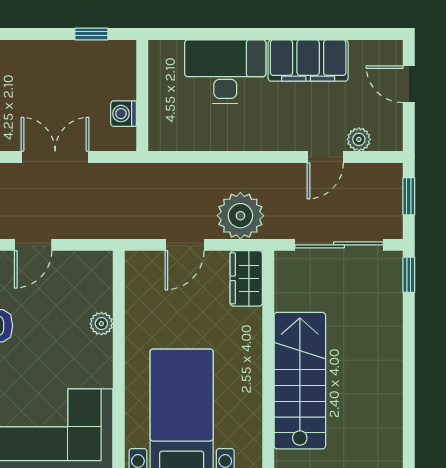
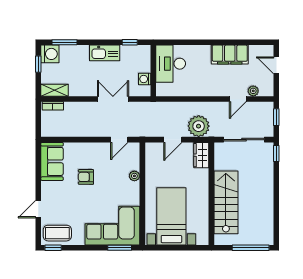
kitchen sink: (37, 57) -> (105, 53), added
desk: (225, 72) -> (171, 64), moved, turned -90
door: (33, 245) -> (119, 140), moved

